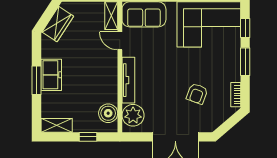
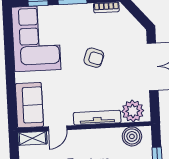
armchair: (197, 94) -> (94, 58), moved

